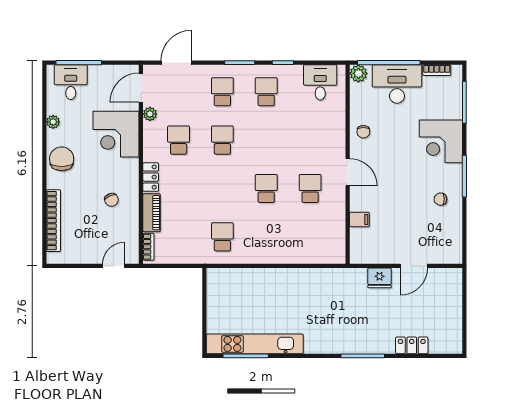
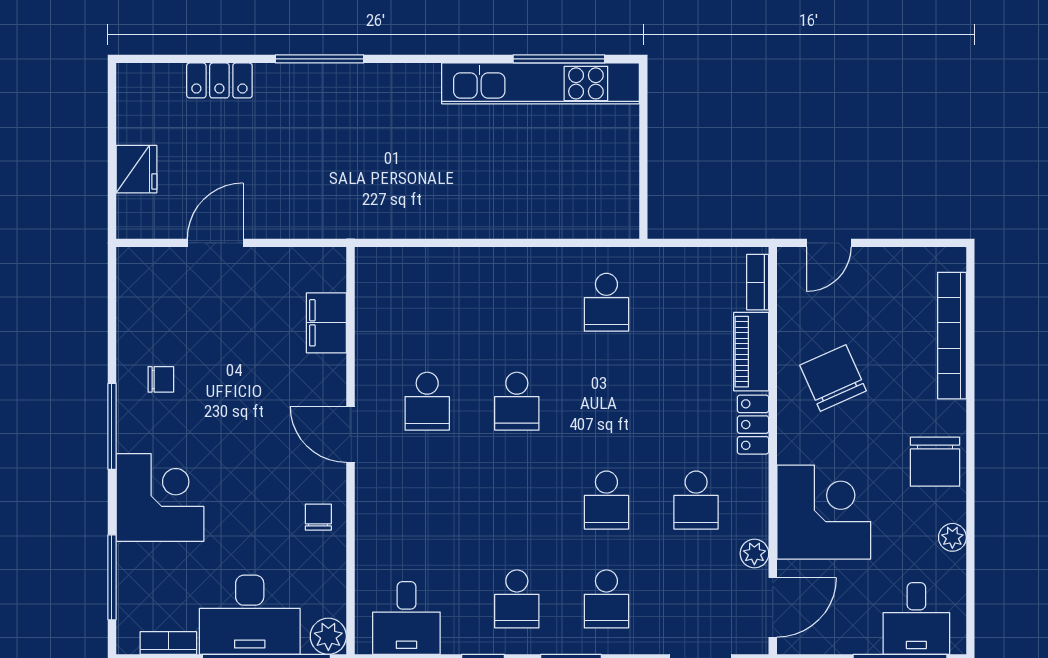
chair: (111, 200) -> (833, 378), width x1.87, depth x1.87
filing cabinet: (359, 219) -> (326, 323), width x2.00
fridge: (380, 278) -> (136, 169), moved, turned 90

